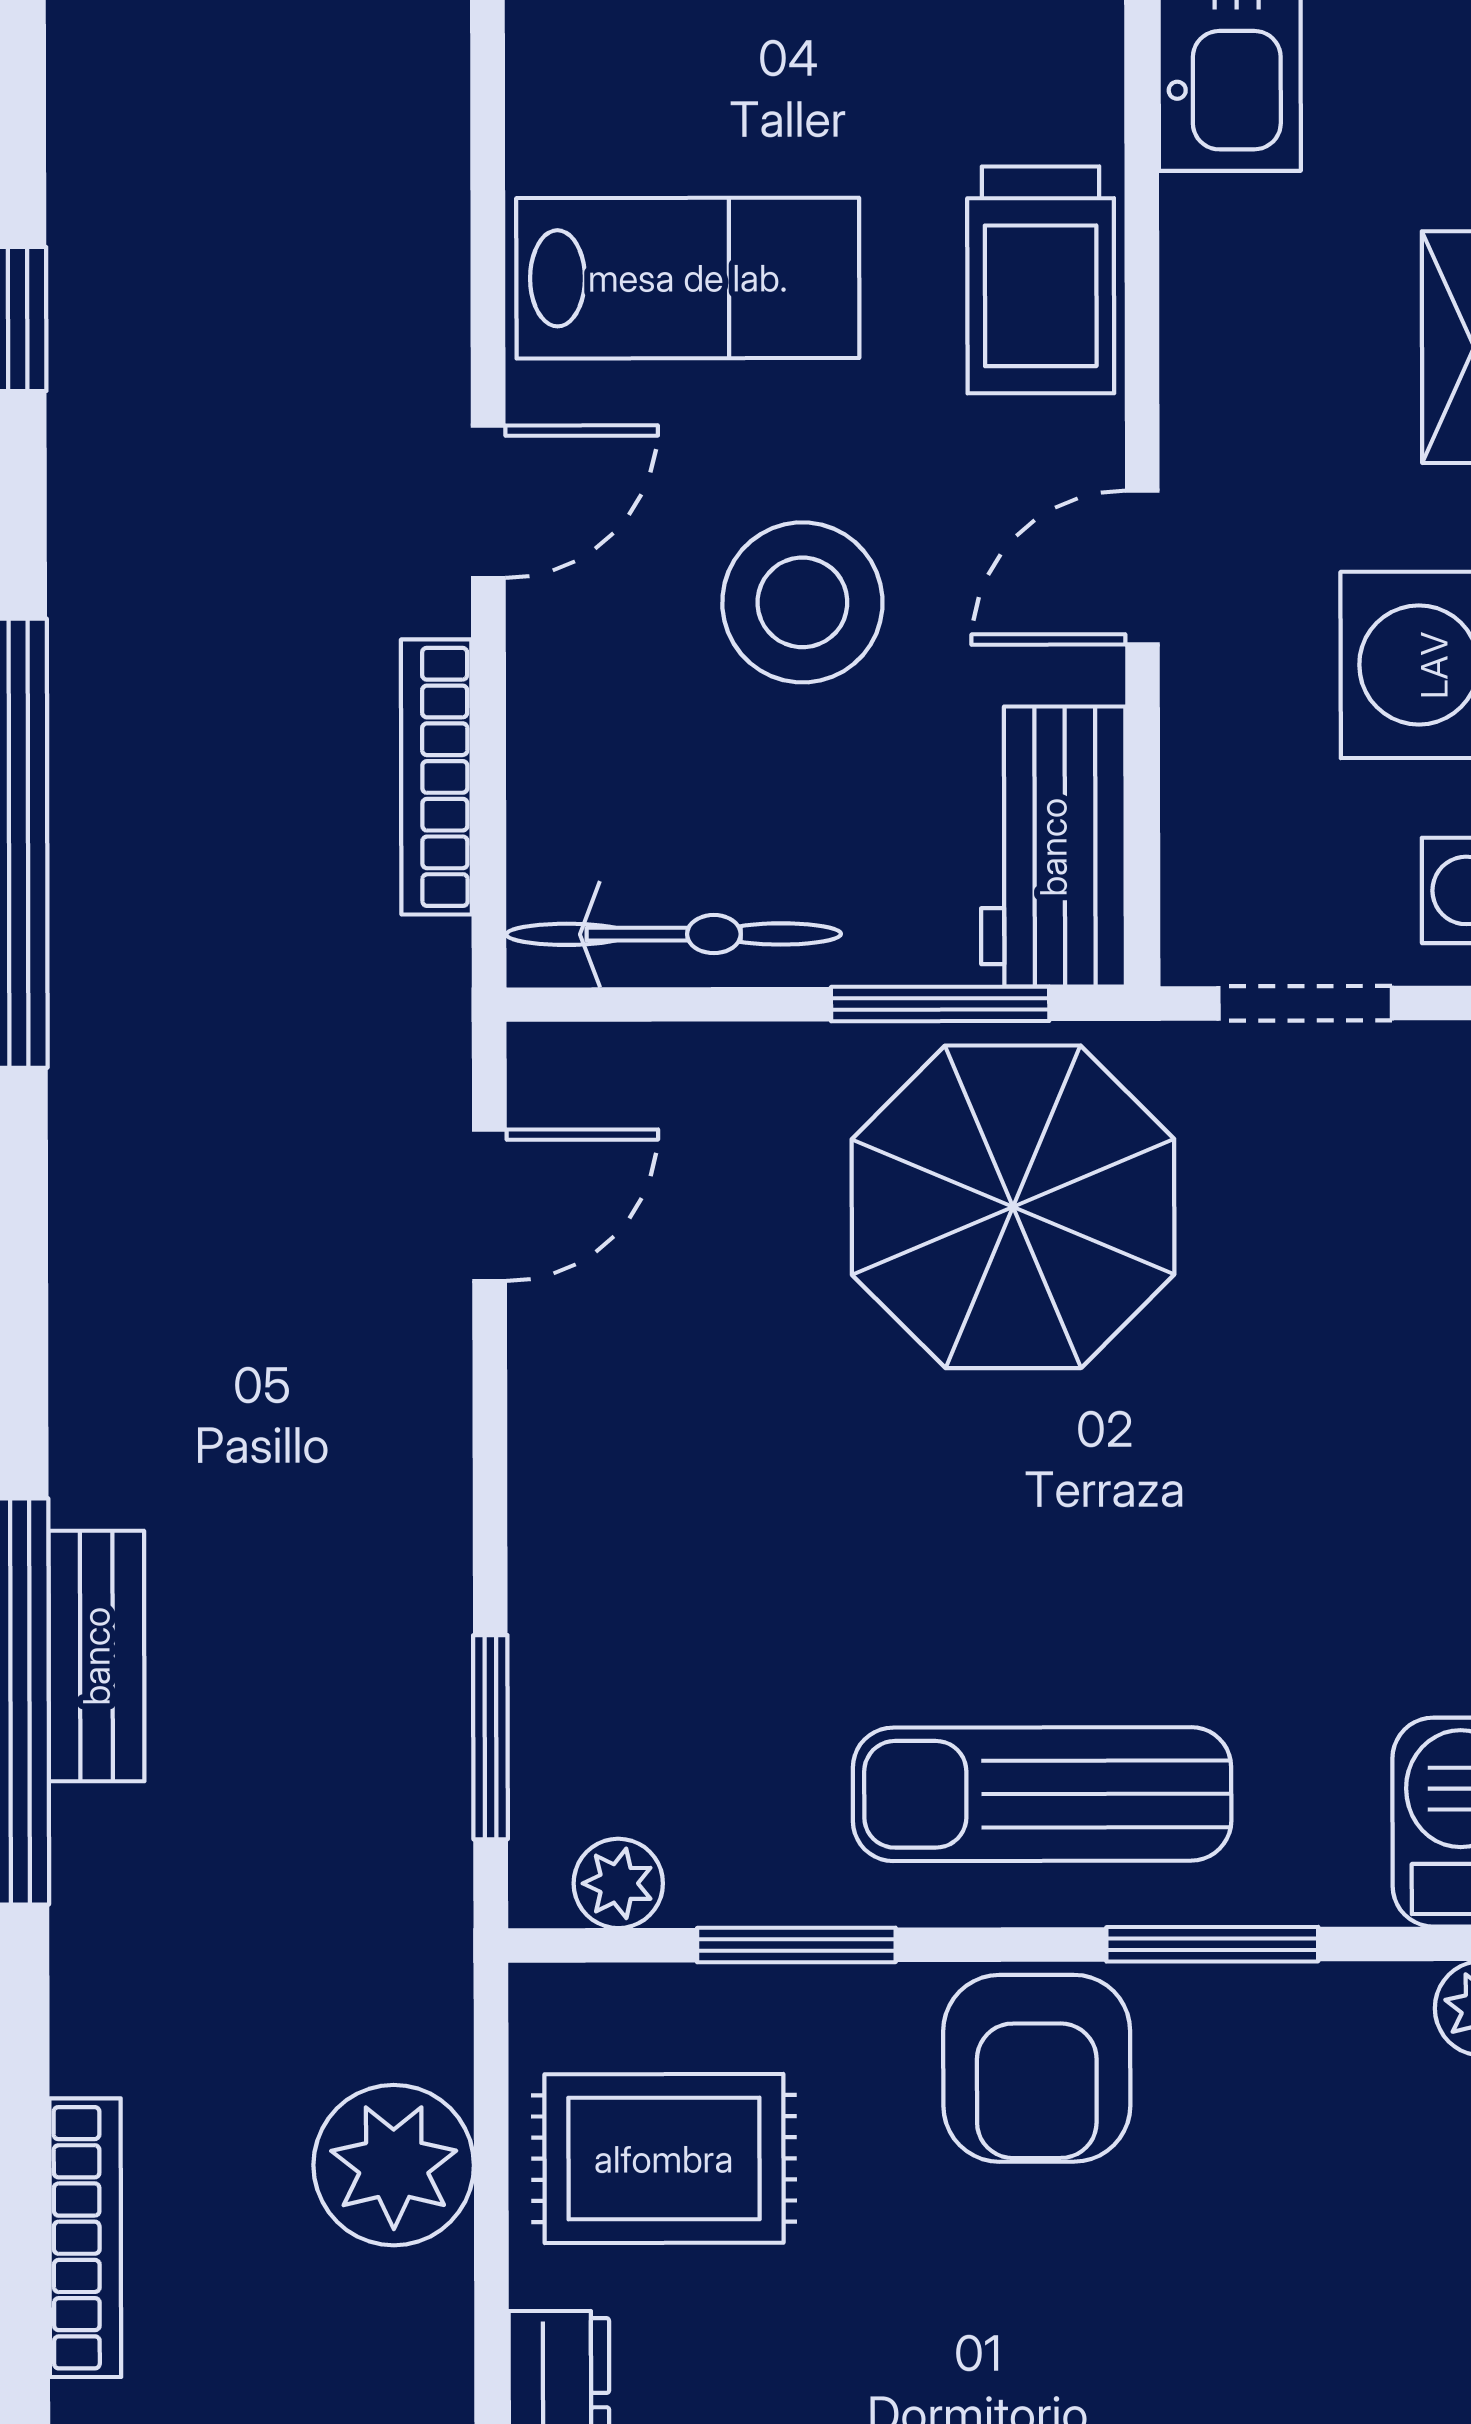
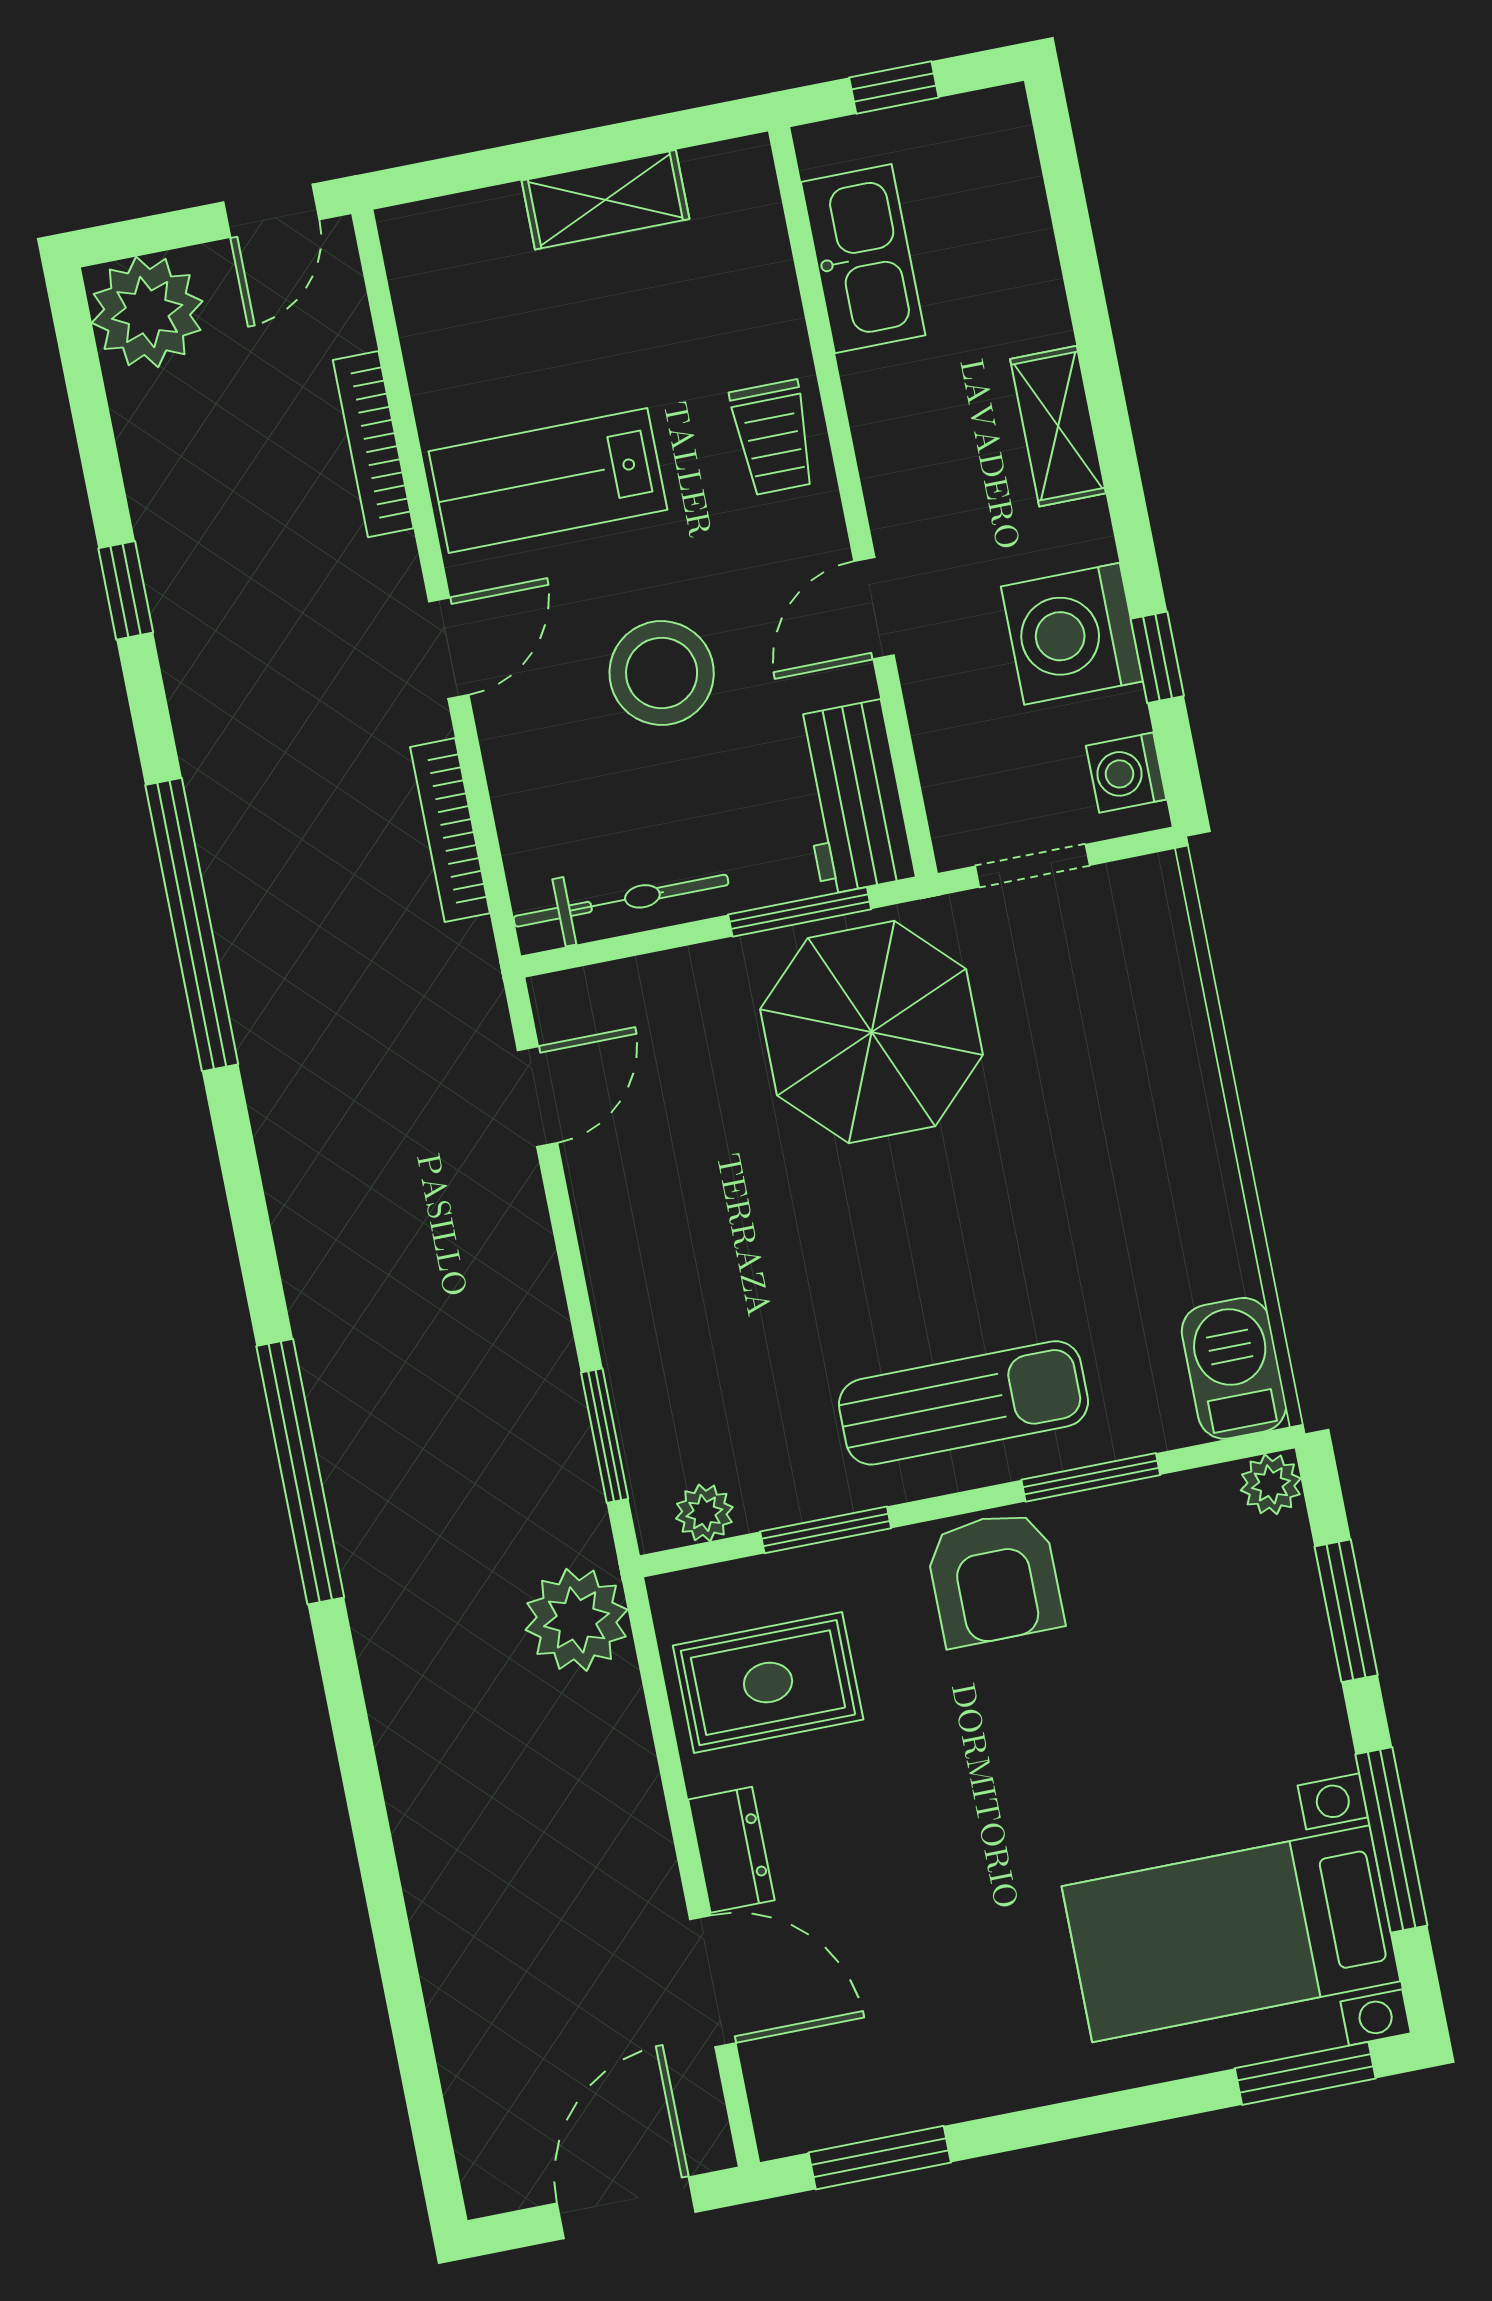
lab bench: (688, 278) -> (548, 481), turned 180
trolley: (1041, 280) -> (773, 438), width x0.73, depth x0.72
bench: (96, 1656) -> (343, 1433), removed
sun lounger: (1042, 1794) -> (963, 1403), turned 180
plant: (394, 2165) -> (577, 1620), moved
bookcase: (85, 2238) -> (373, 444), moved, turned 180

